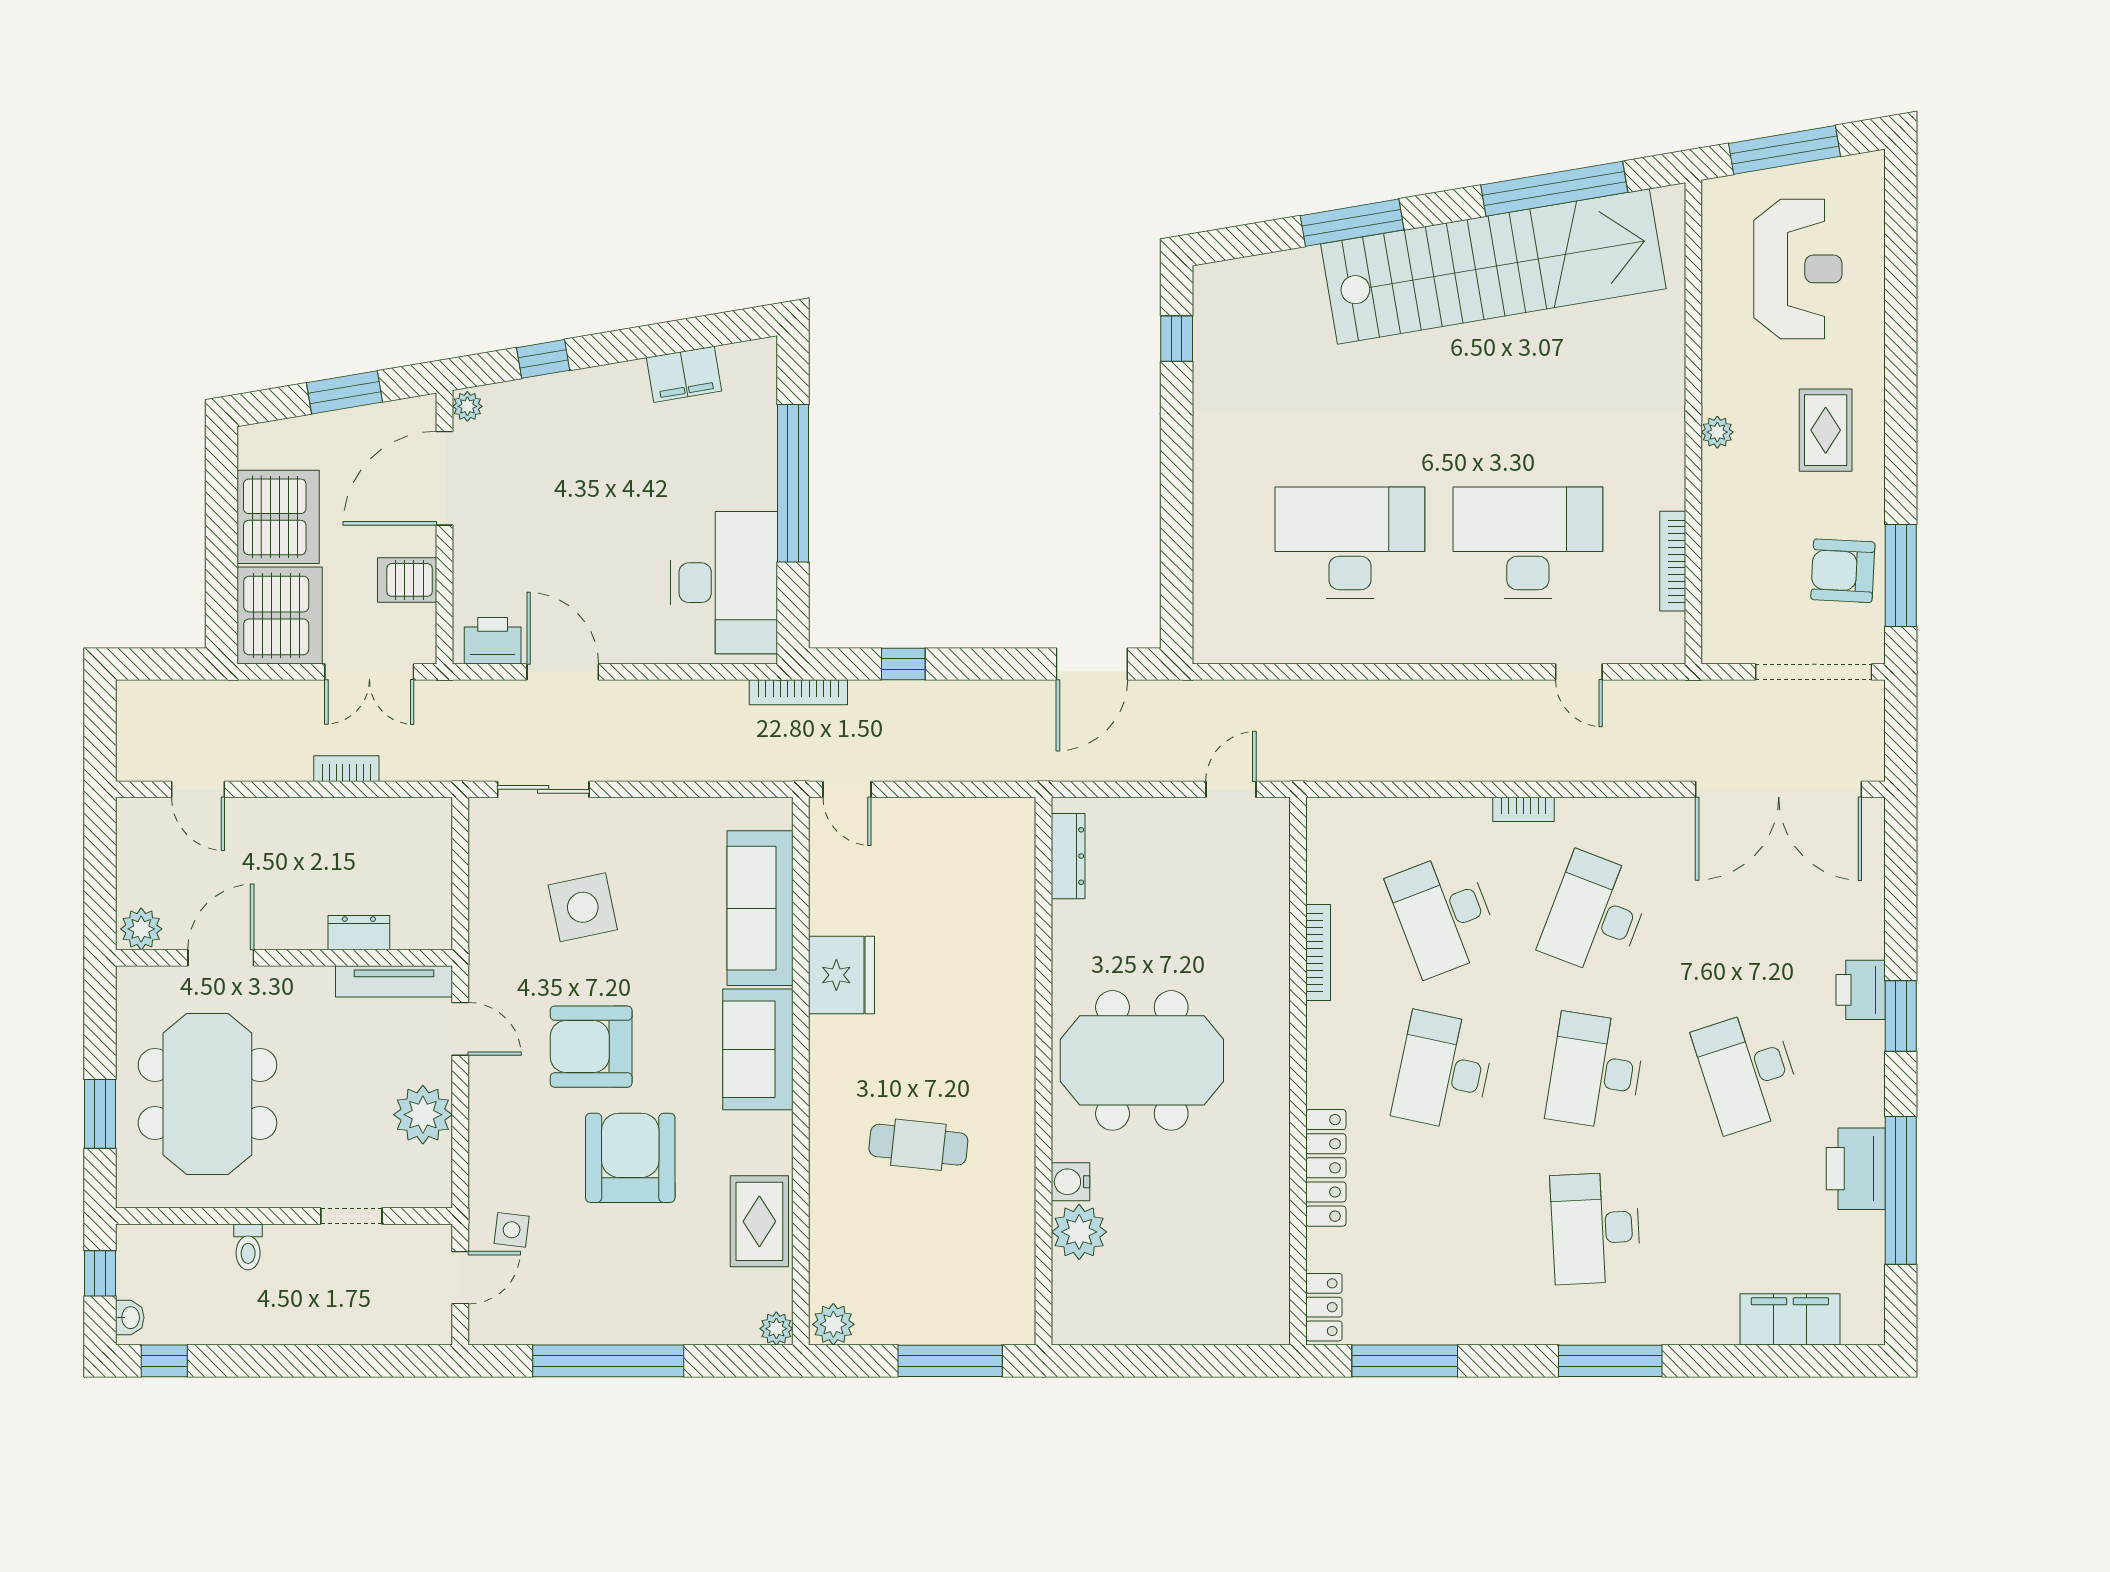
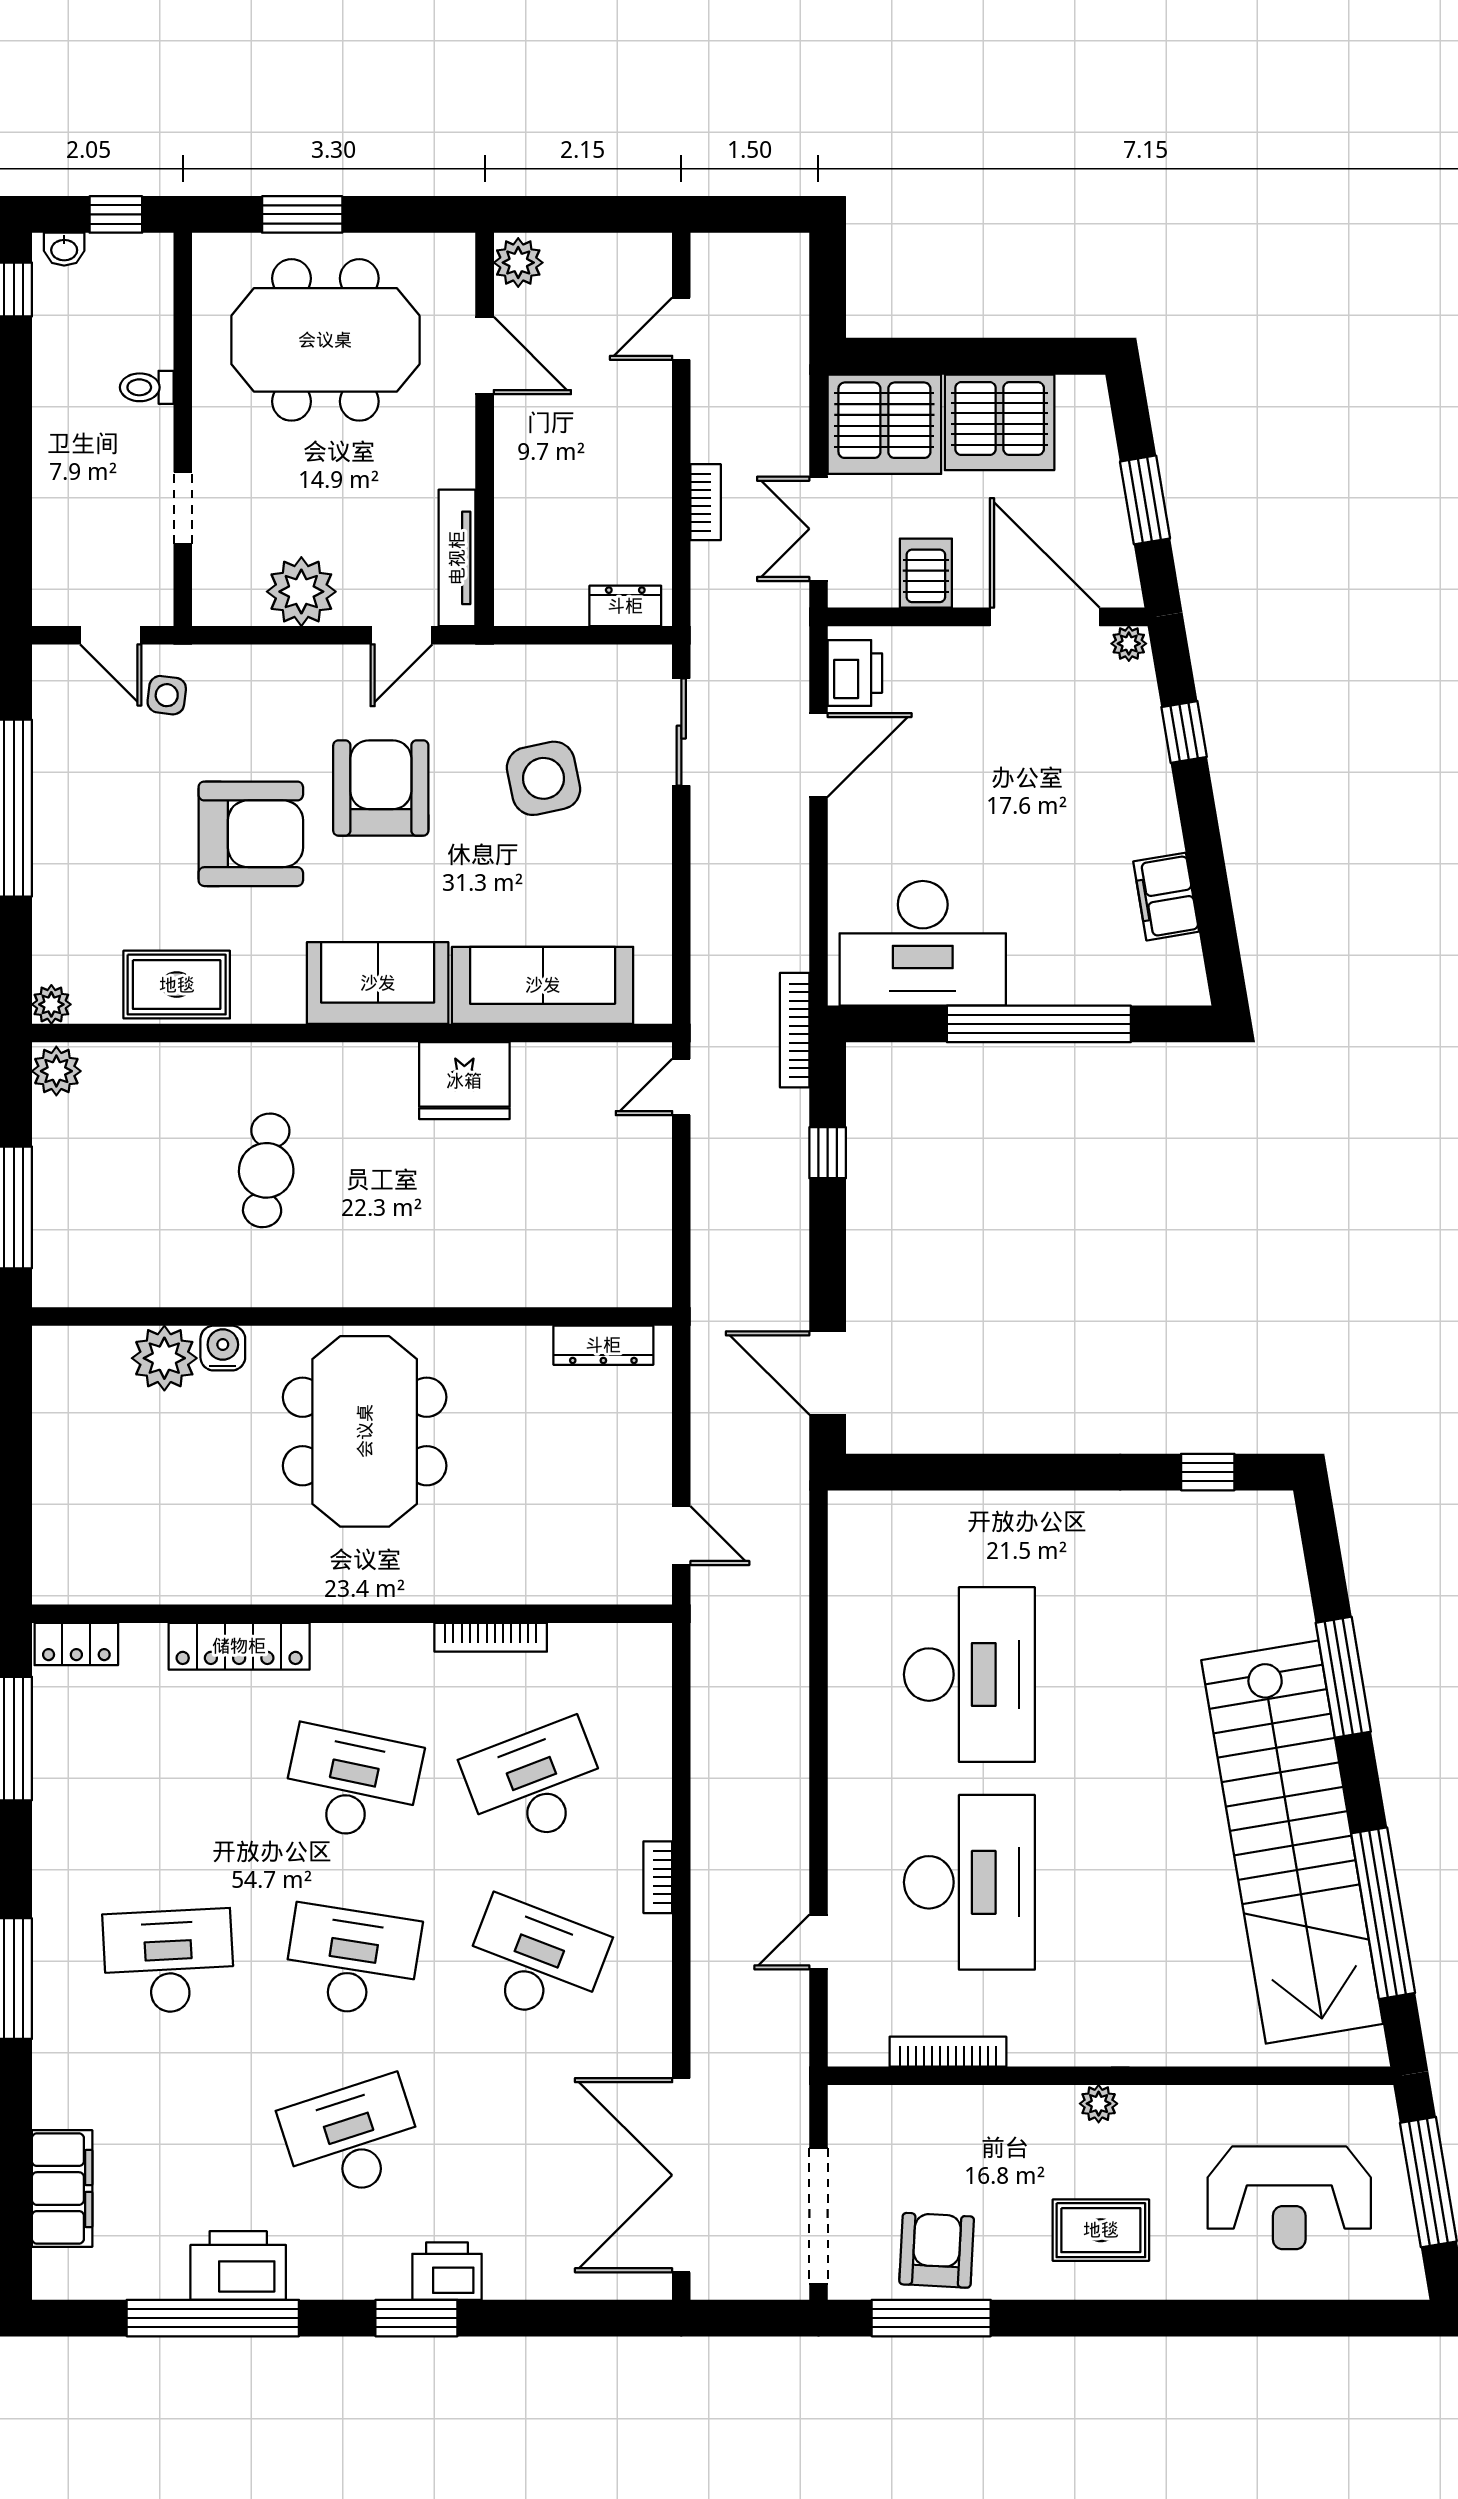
dresser: (359, 933) -> (625, 606), moved, turned -90

